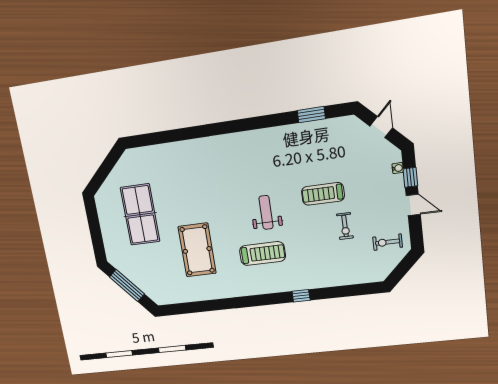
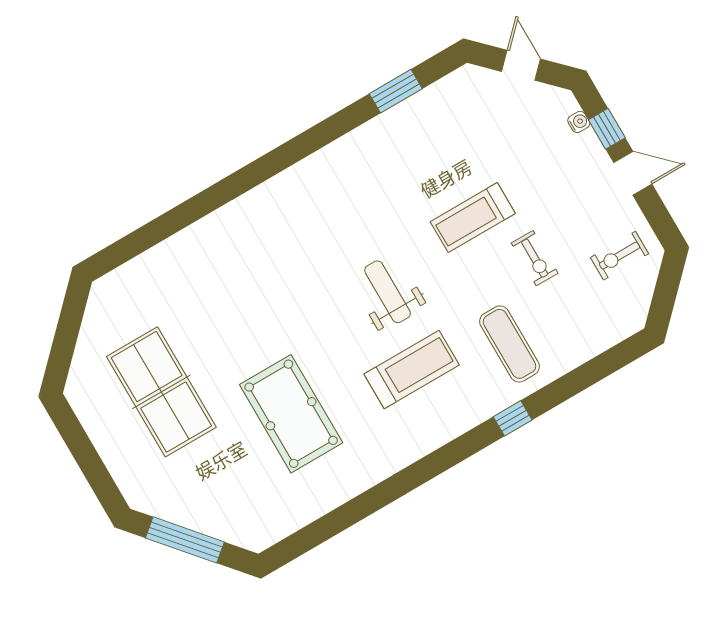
exercise mat: (315, 261) -> (509, 344), added

